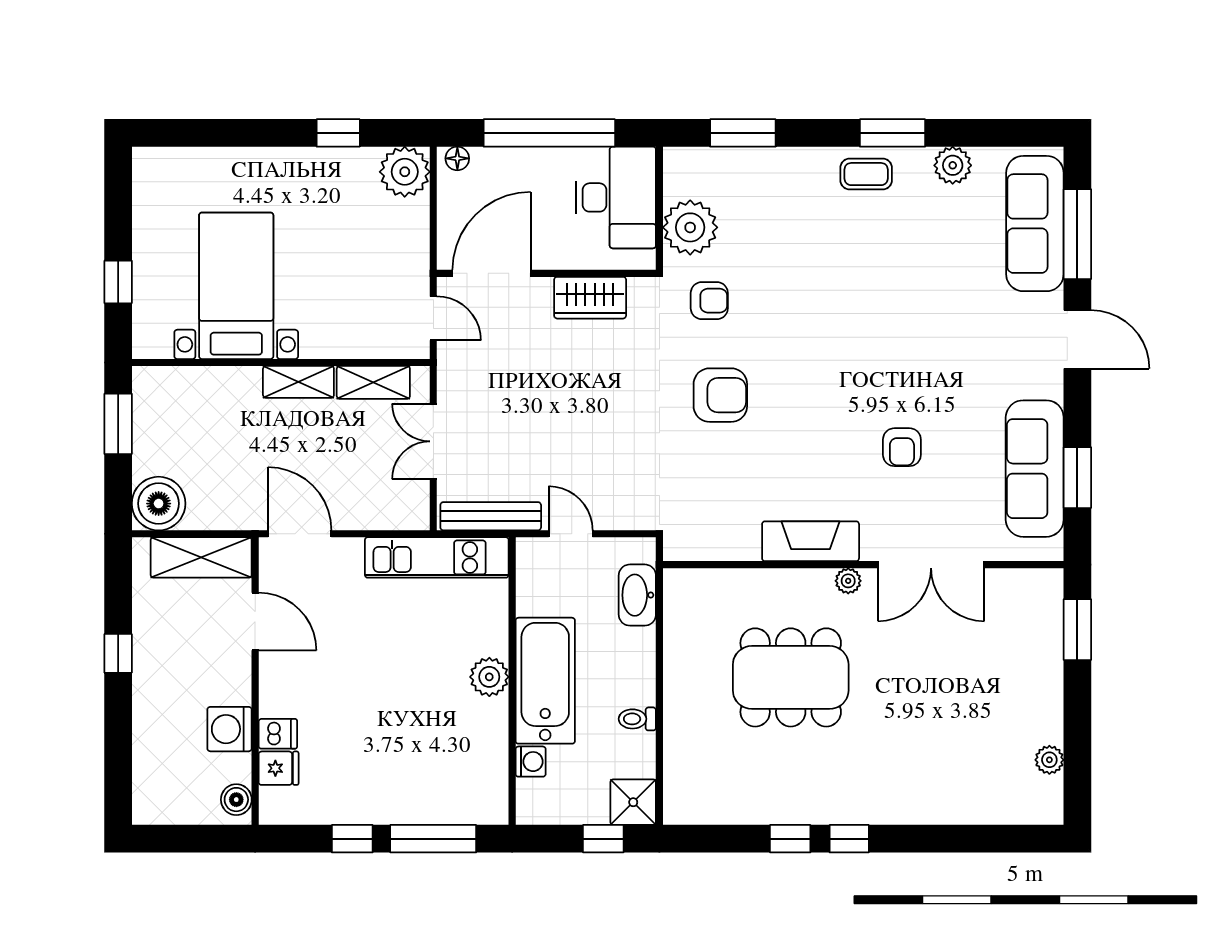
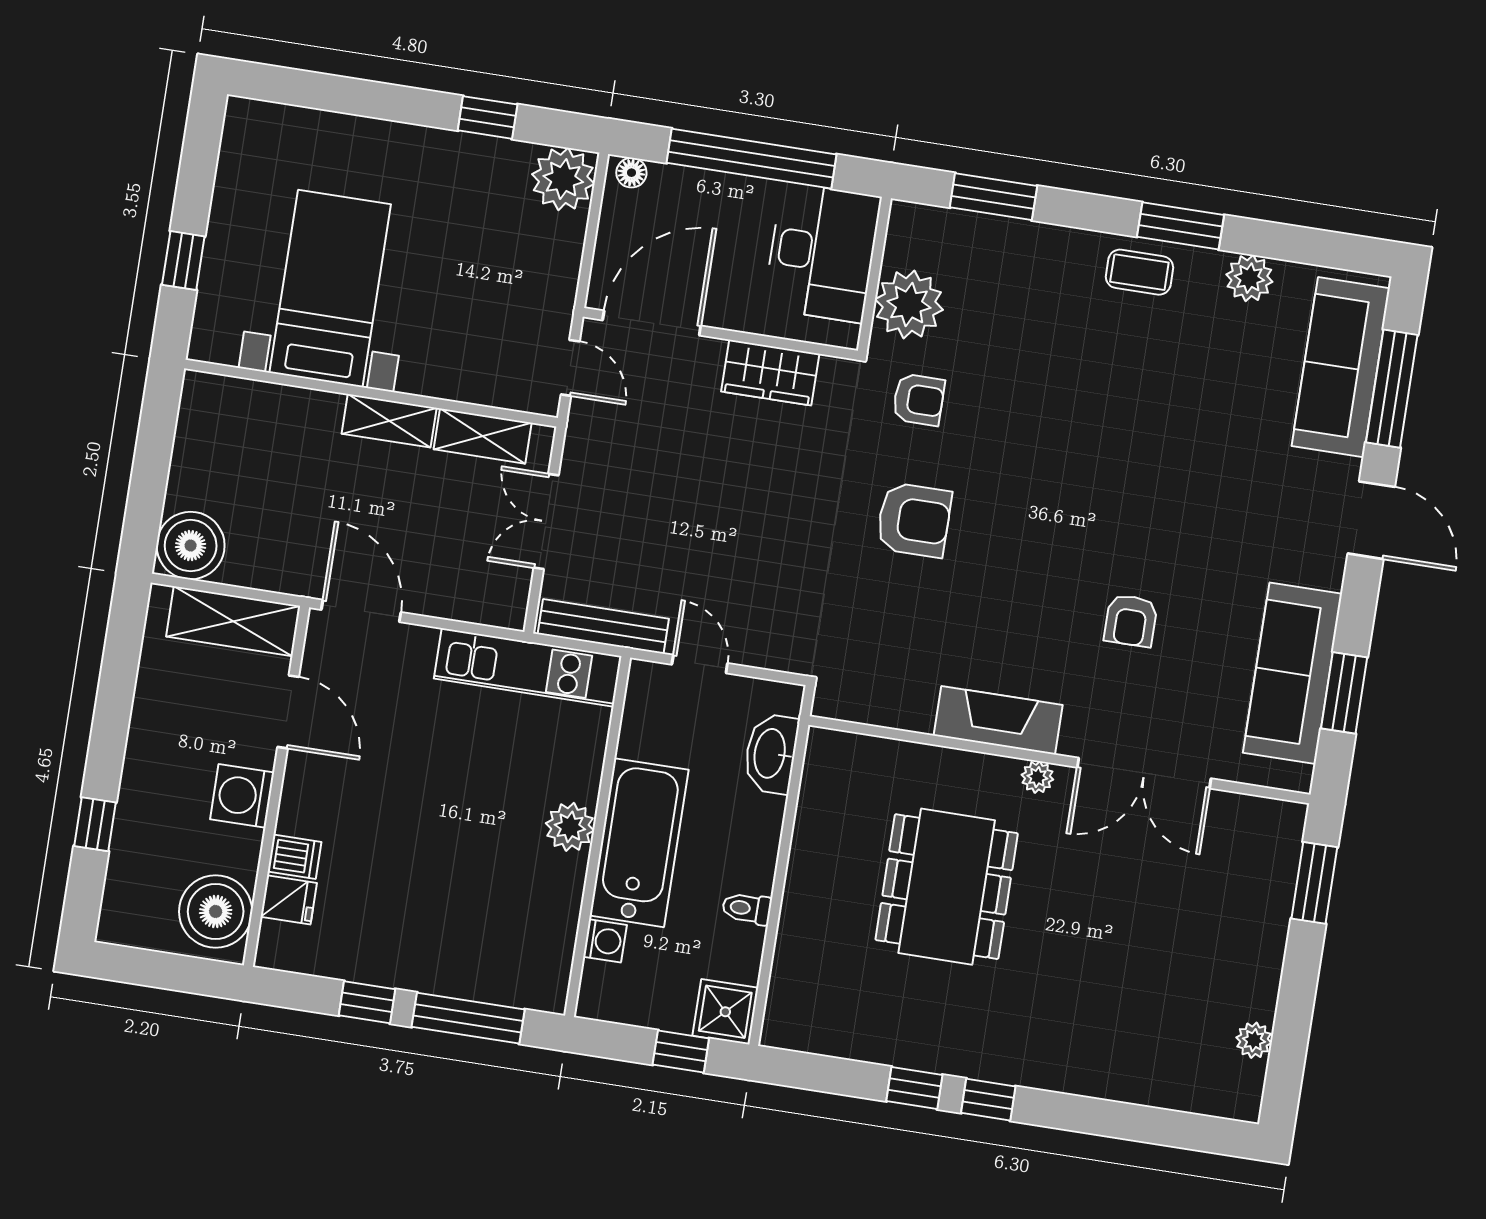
window: (118, 424) -> (156, 438), removed
window: (118, 653) -> (95, 824), moved
dining table: (791, 677) -> (947, 887), turned 90
washing machine: (230, 729) -> (242, 796), moved
boiler: (236, 800) -> (216, 911), width x1.86, depth x1.86

